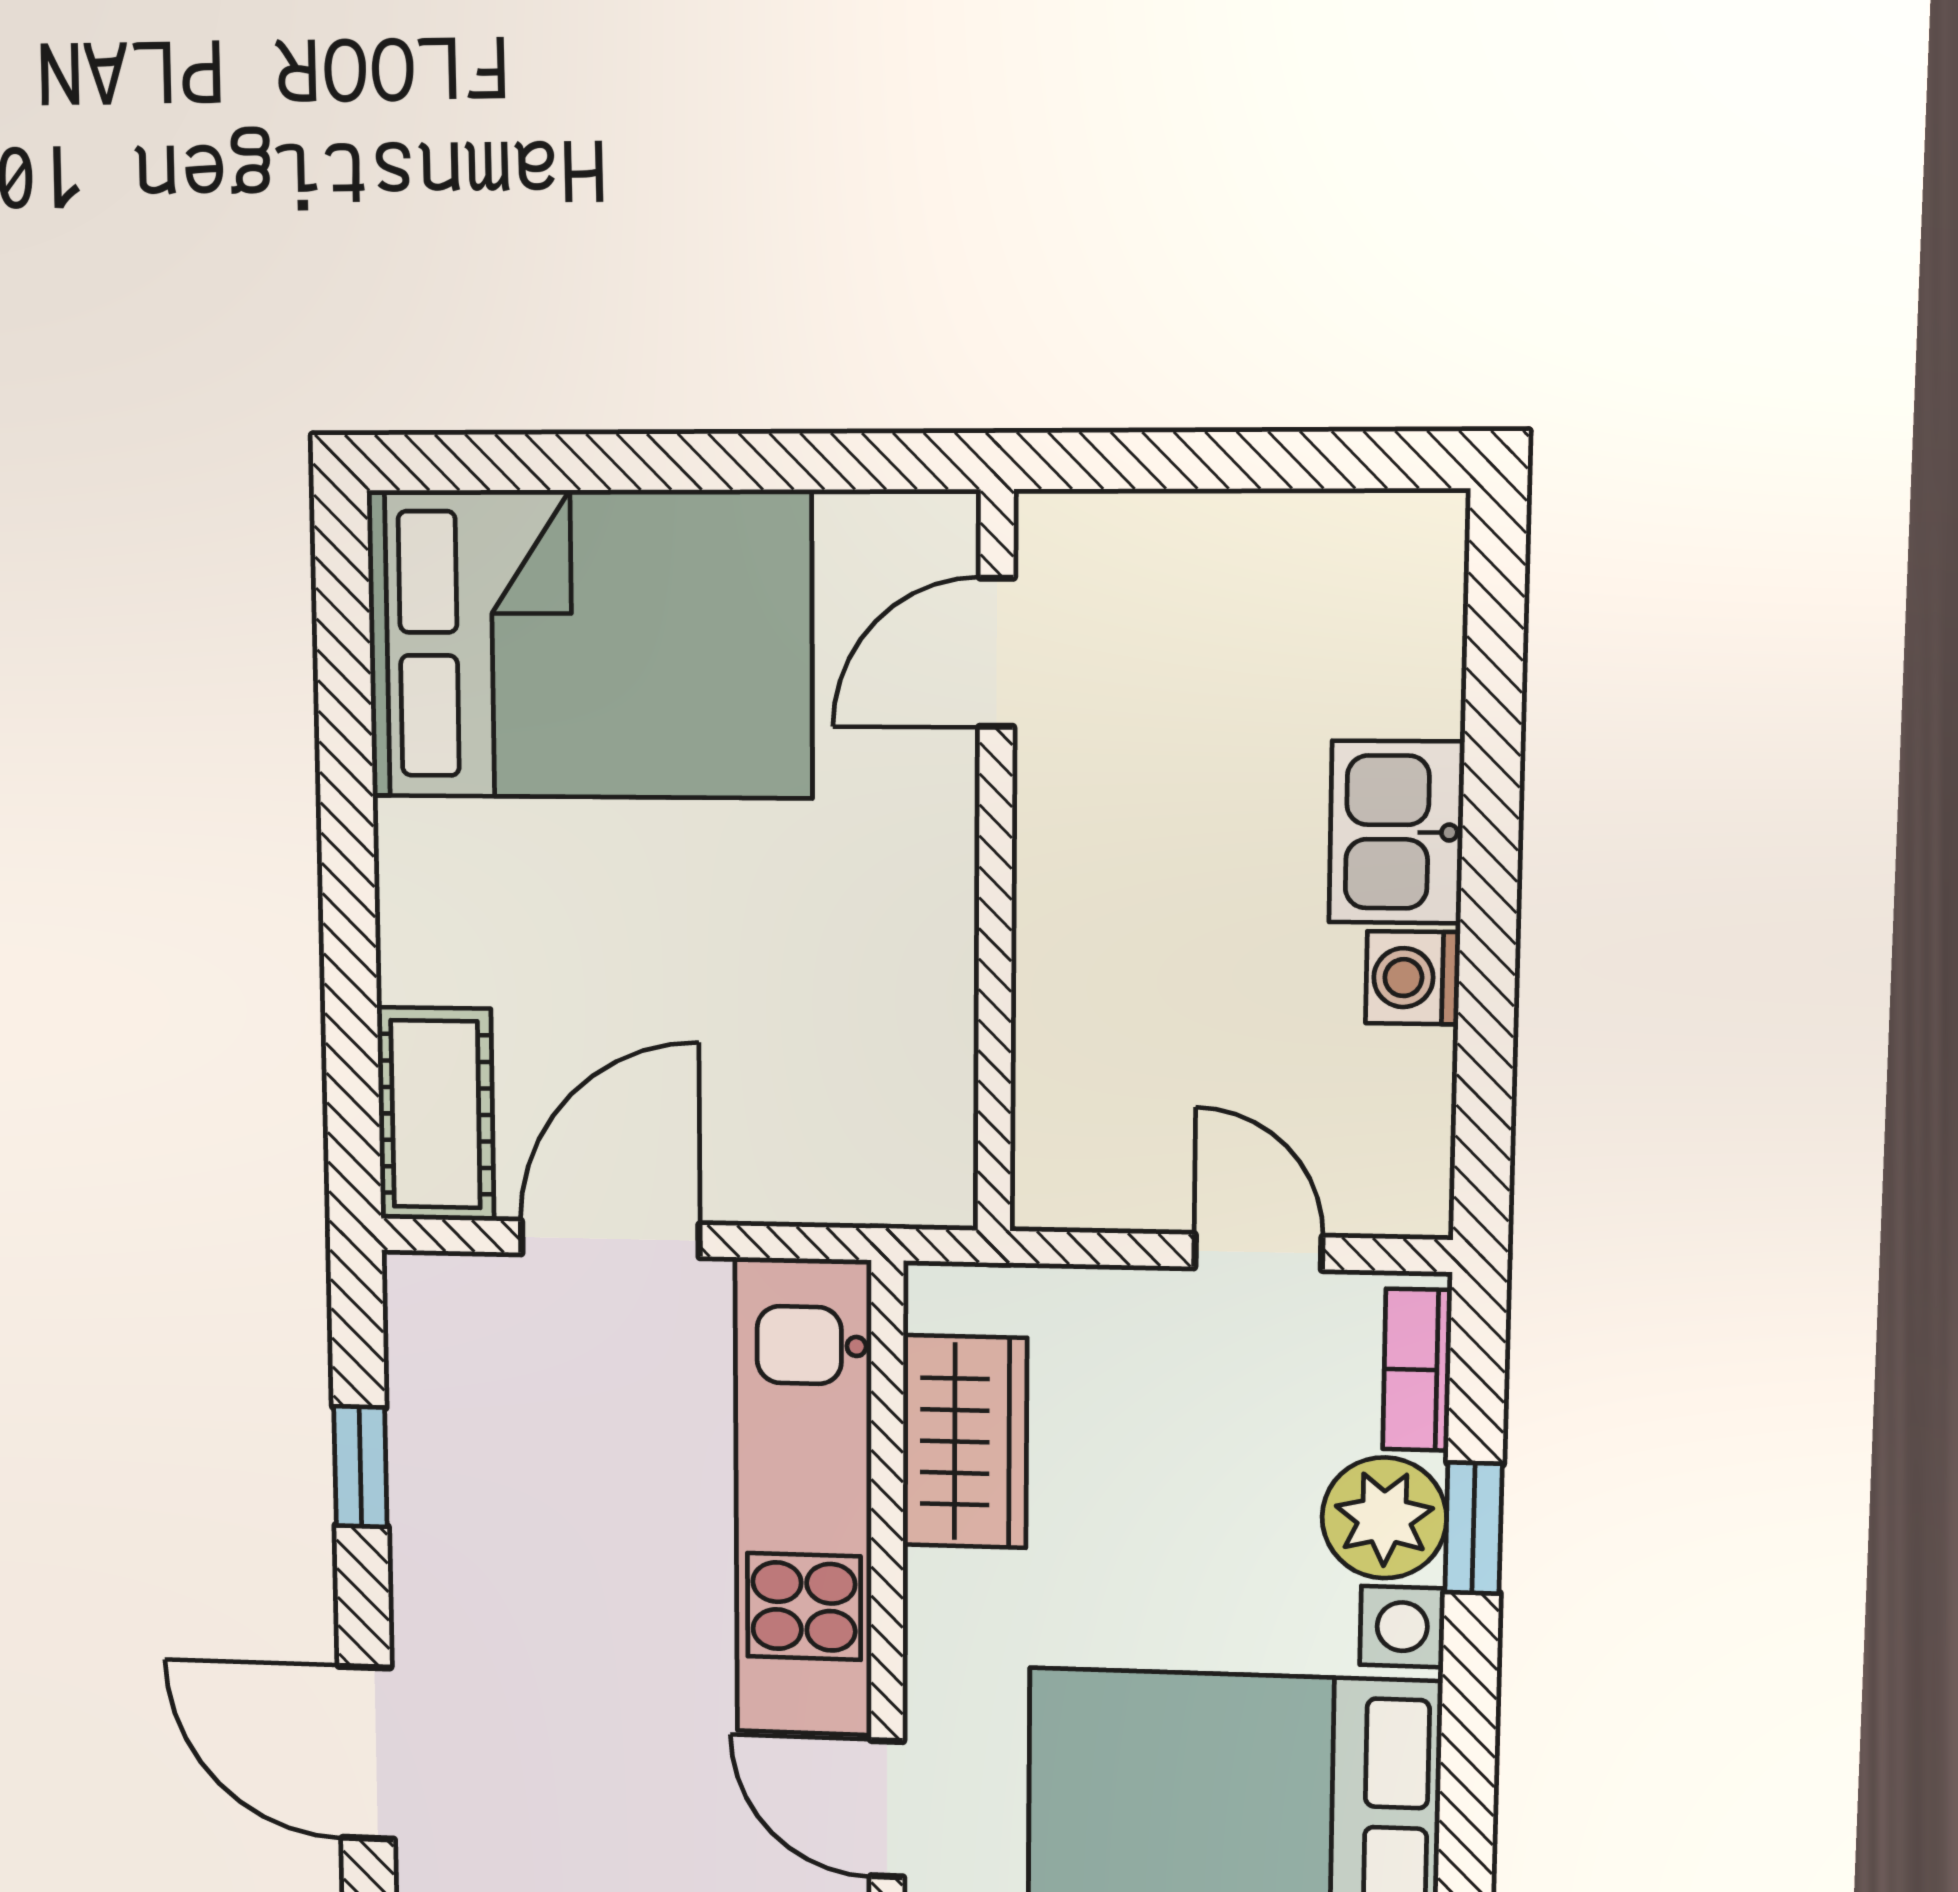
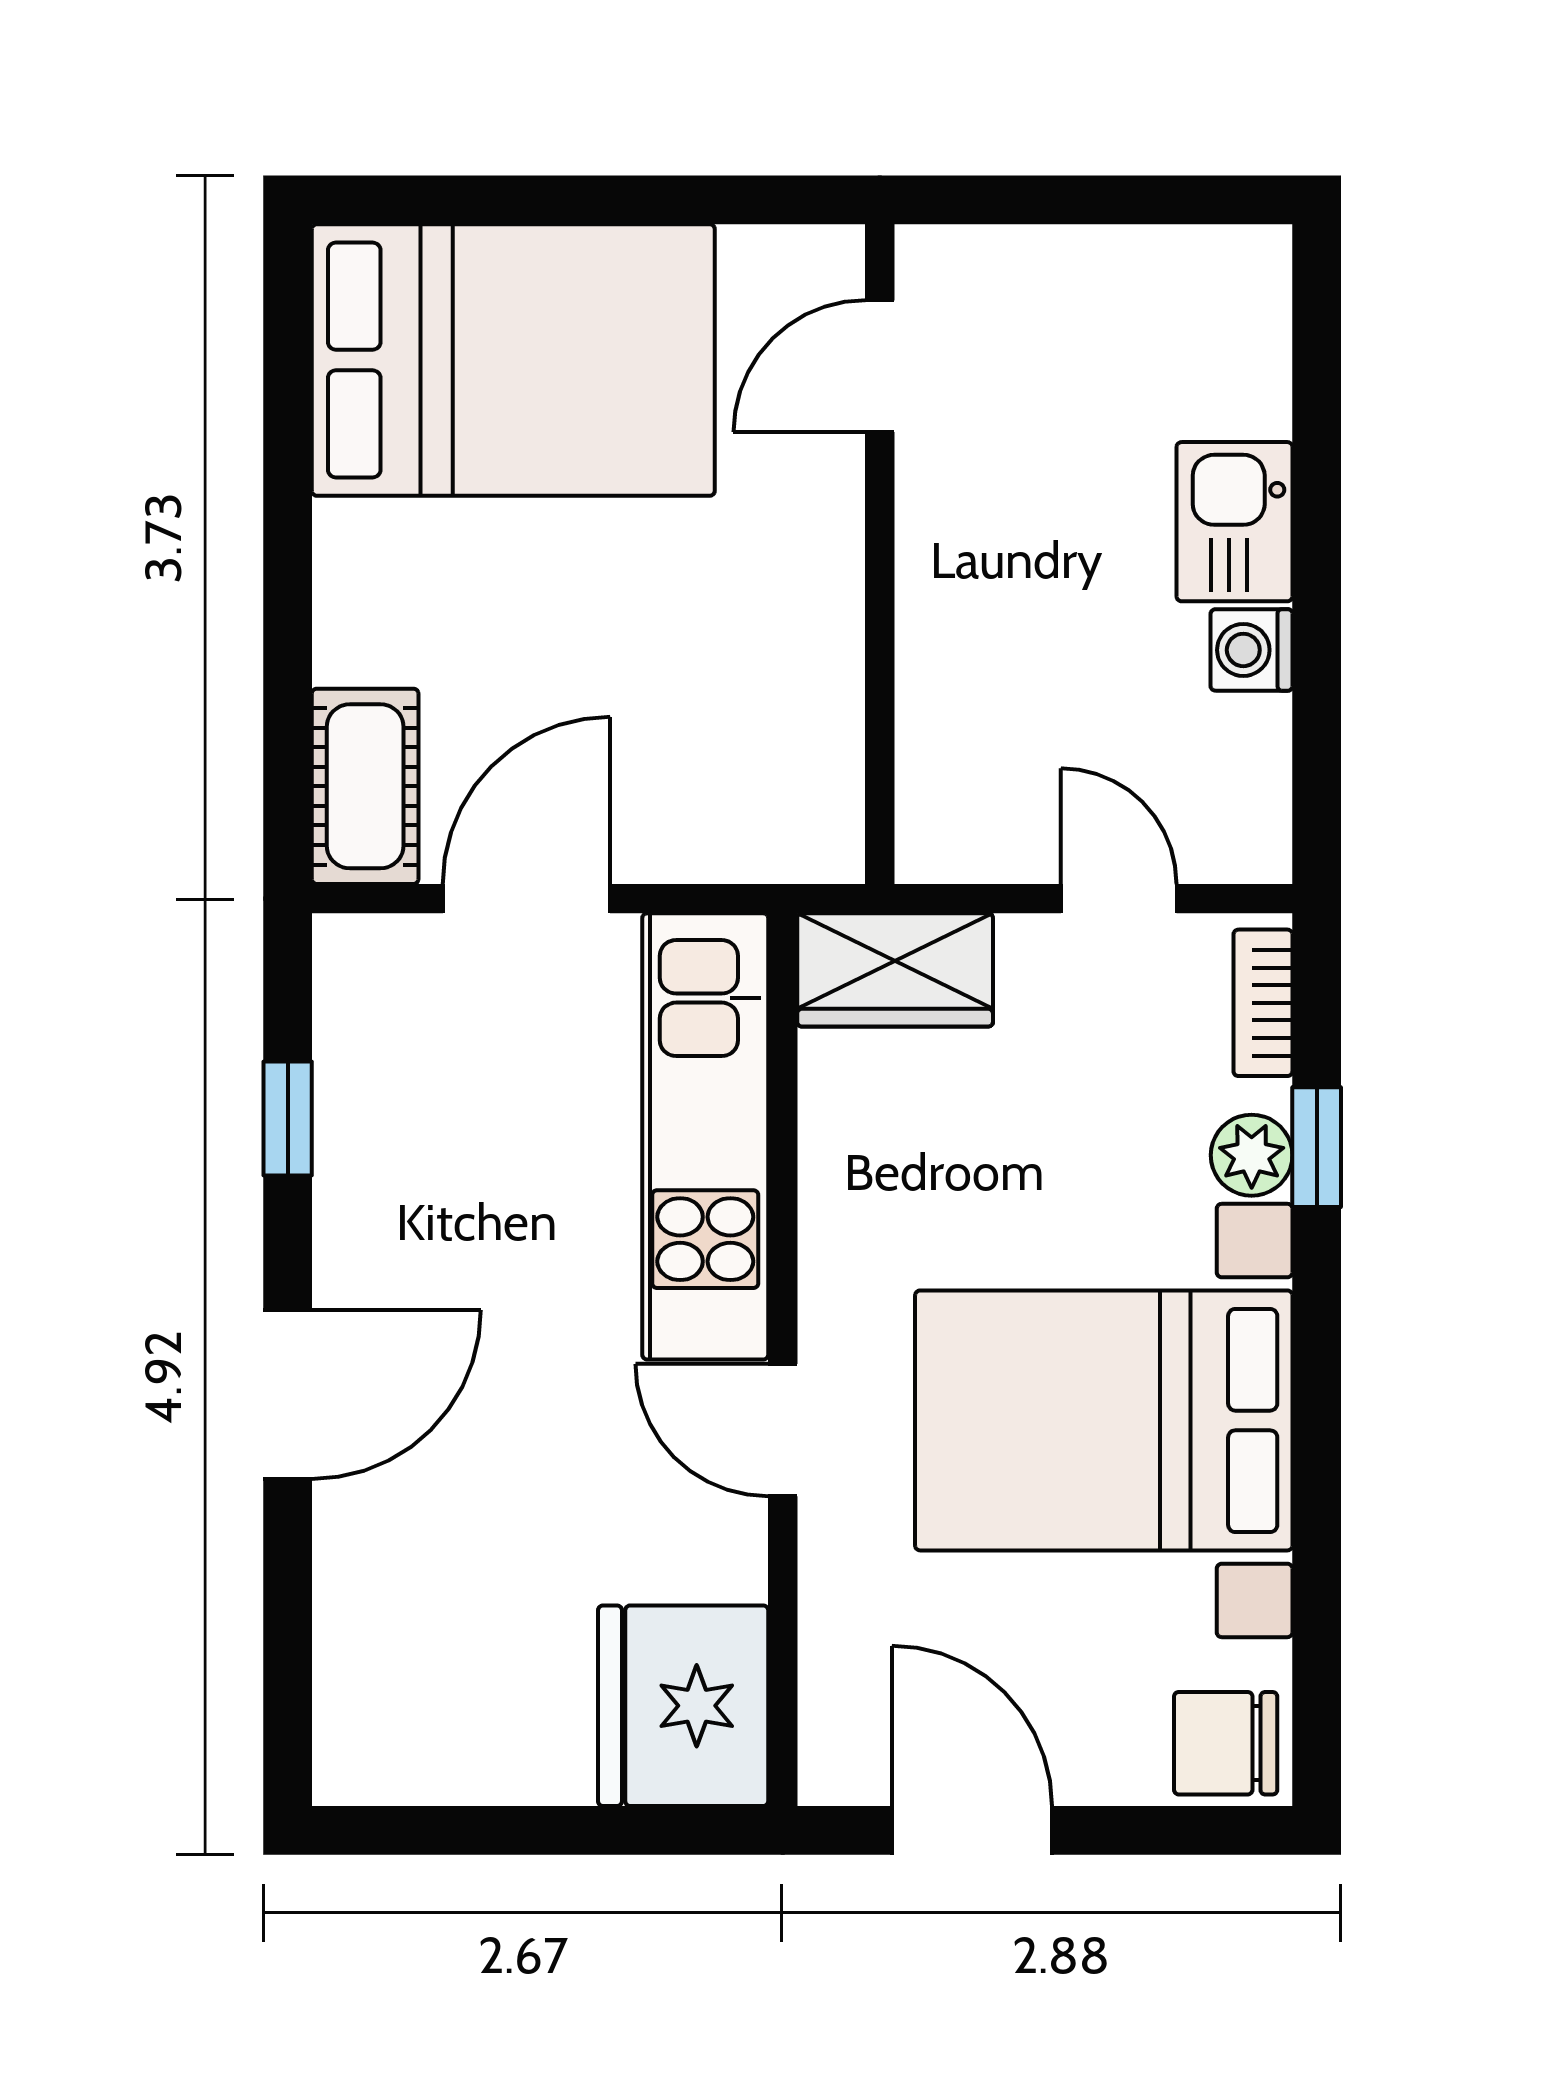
wardrobe: (965, 1442) -> (895, 970), moved, turned 90
plant: (1384, 1518) -> (1252, 1155), width x0.73, depth x0.73
door: (366, 1753) -> (288, 1394), swing flipped

